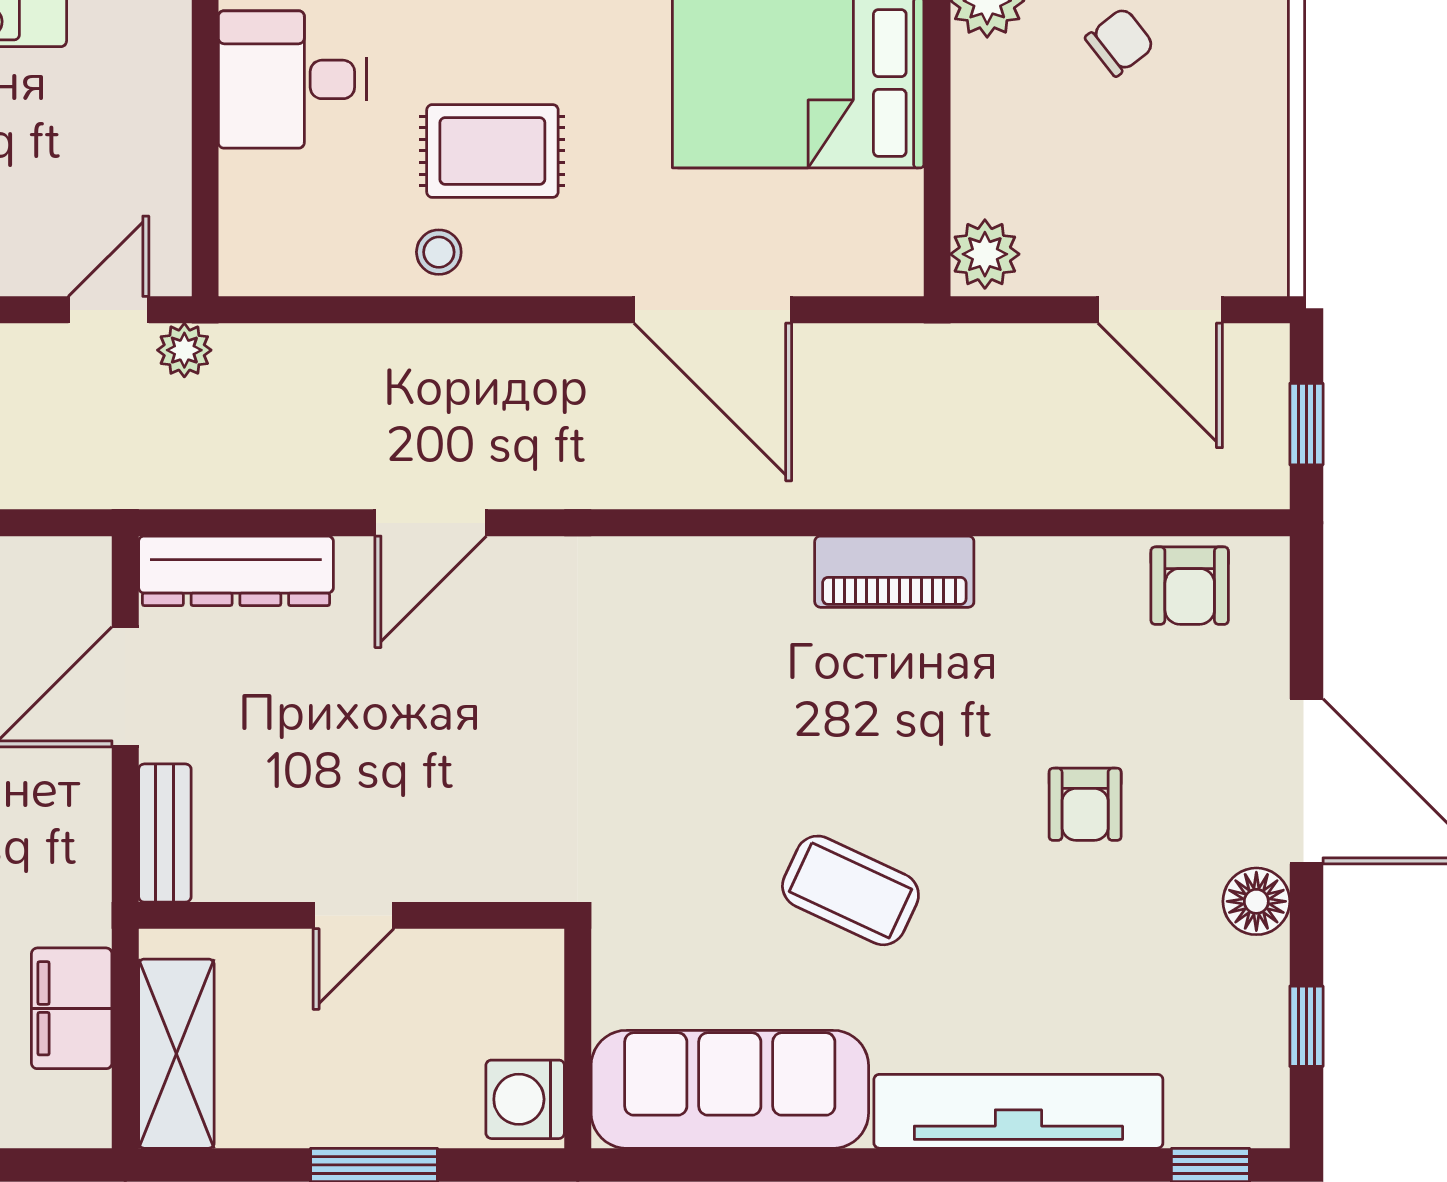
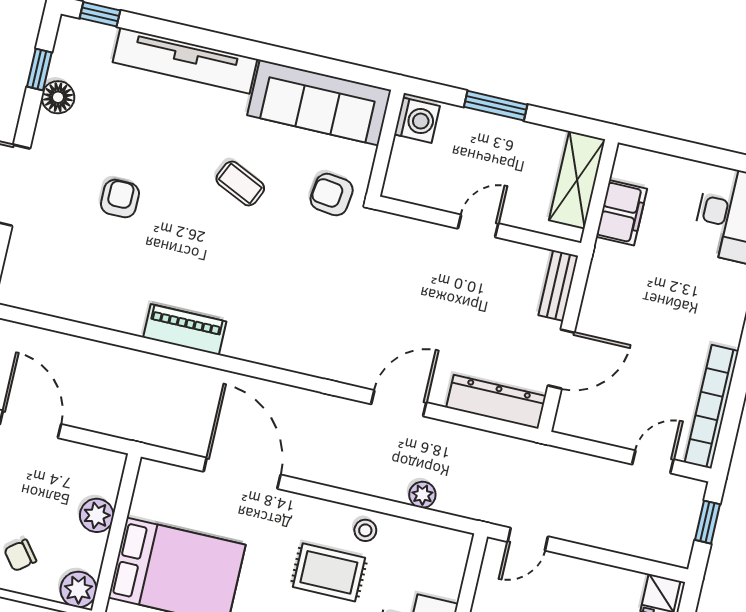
plant: (985, 254) -> (97, 515), moved
plant: (184, 350) -> (422, 495), moved
armchair: (1190, 586) -> (332, 195), moved, turned -83
coffee table: (850, 890) -> (240, 183), width x0.73, depth x0.77
floor lamp: (1256, 901) -> (58, 97), moved

